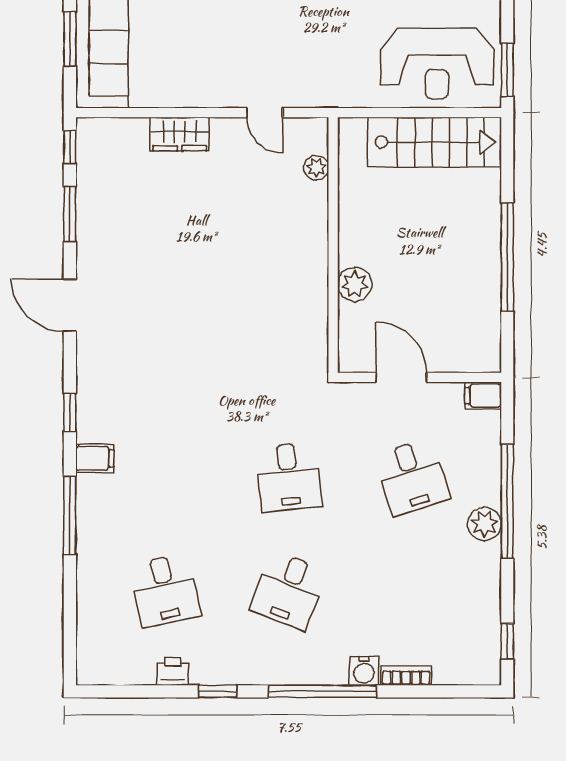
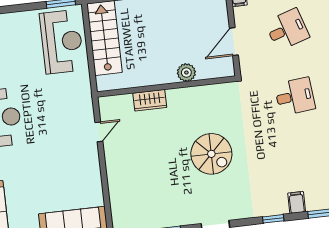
wardrobe: (180, 134) -> (150, 100), moved, turned 90
plant: (316, 168) -> (126, 100), removed
spiral stairs: (201, 313) -> (211, 154), added

